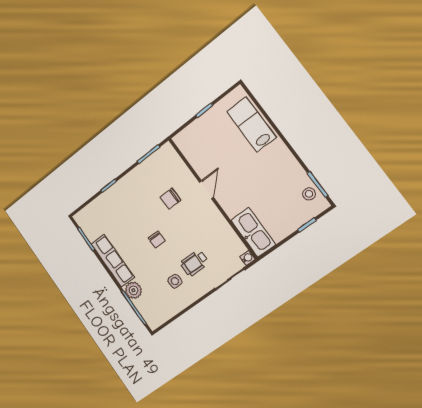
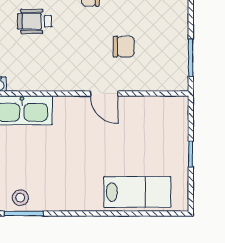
chair: (171, 199) -> (124, 47), turned 91
wheelchair: (194, 263) -> (34, 21), turned -90

